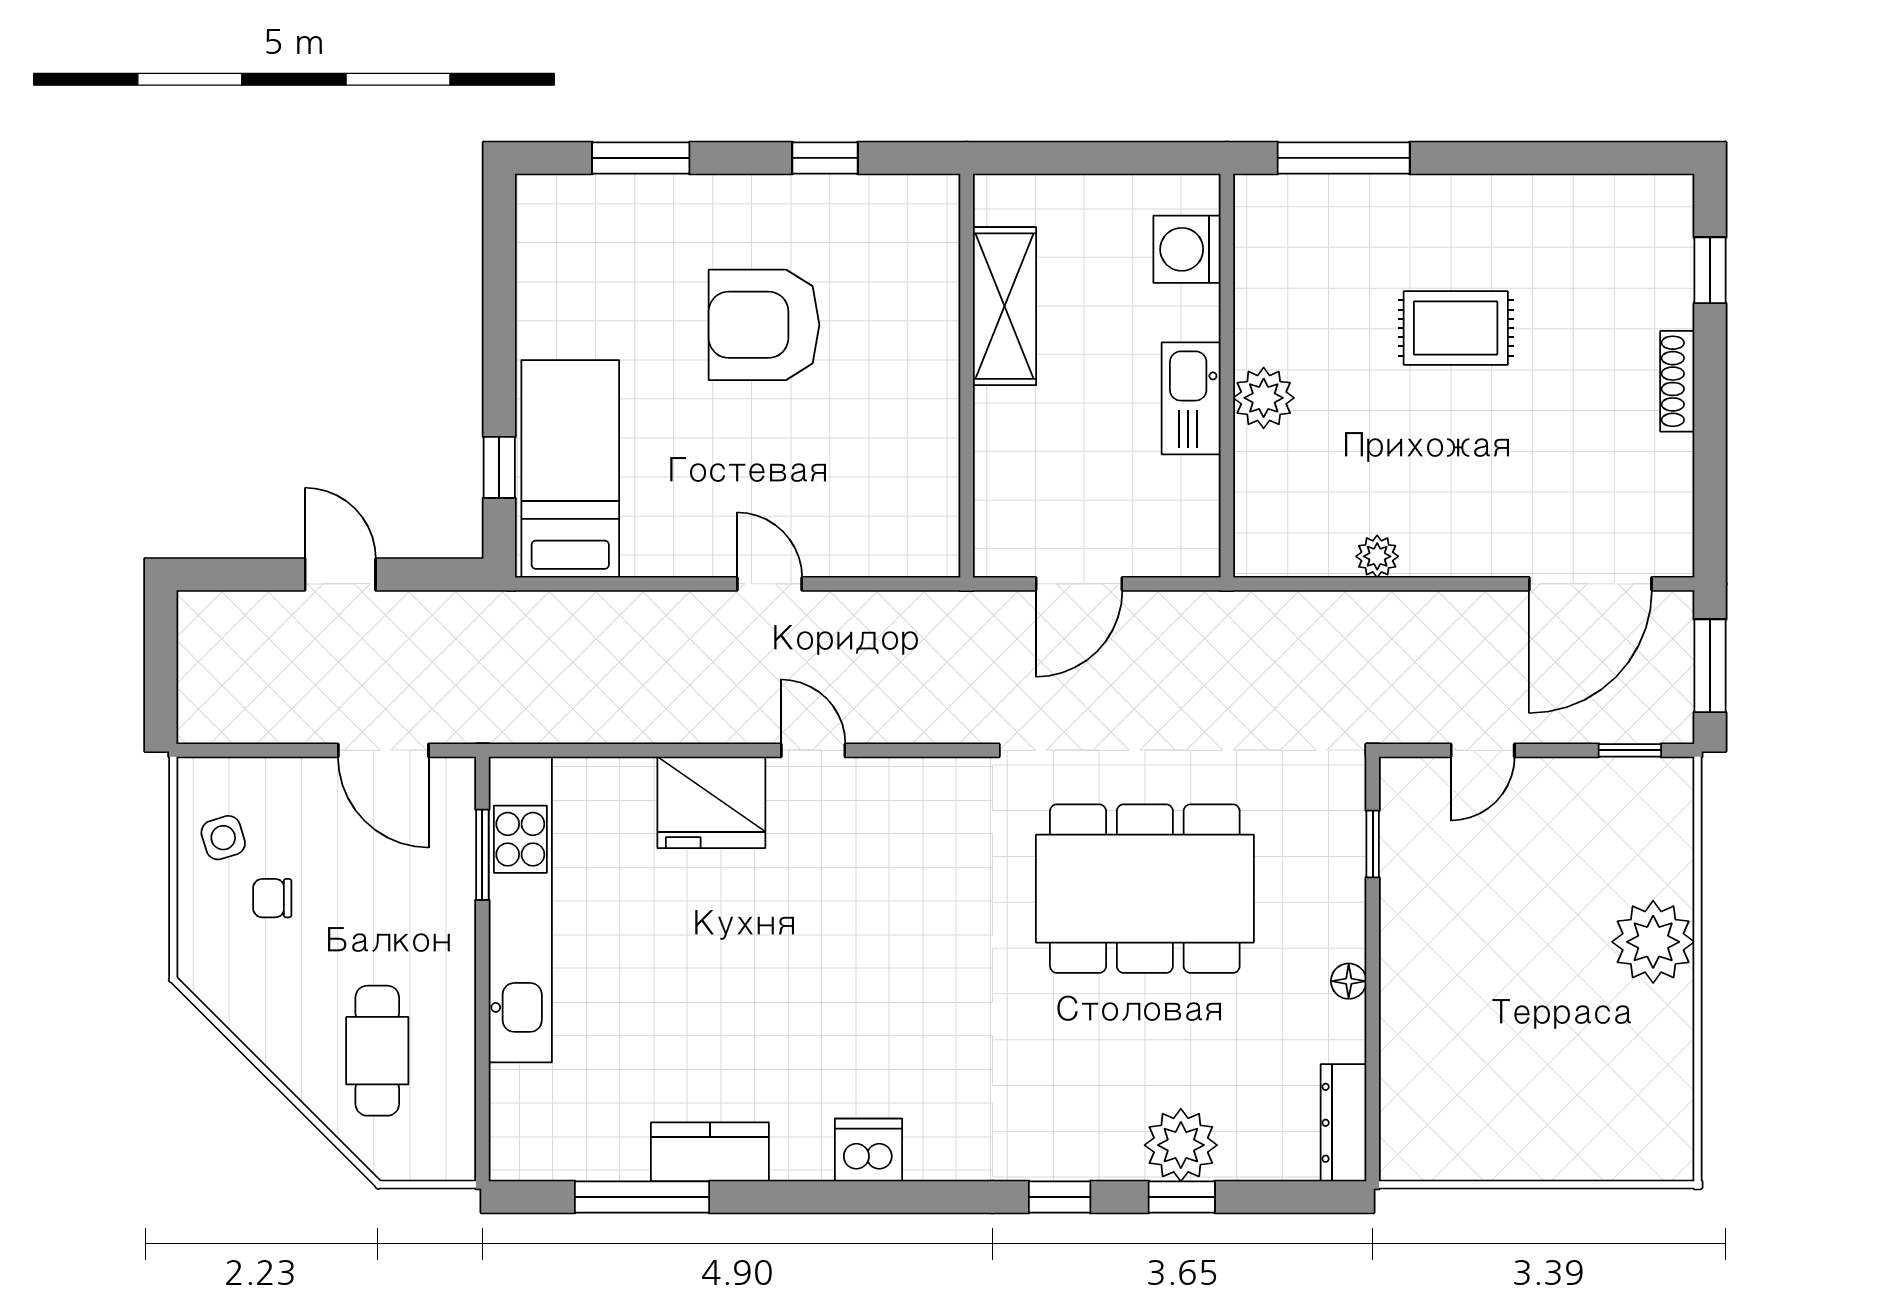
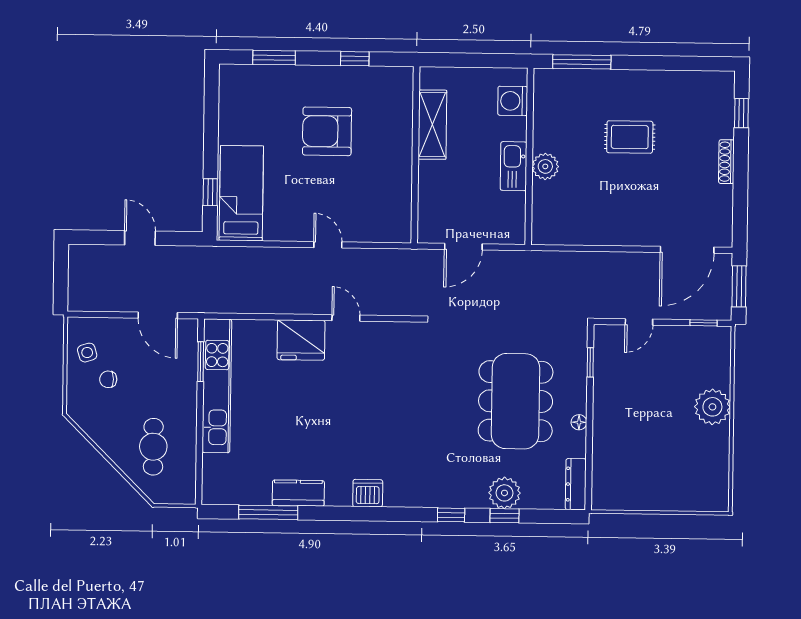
plant: (1377, 556) -> (594, 236), removed
dining table: (1145, 889) -> (516, 401), moved, turned 90

